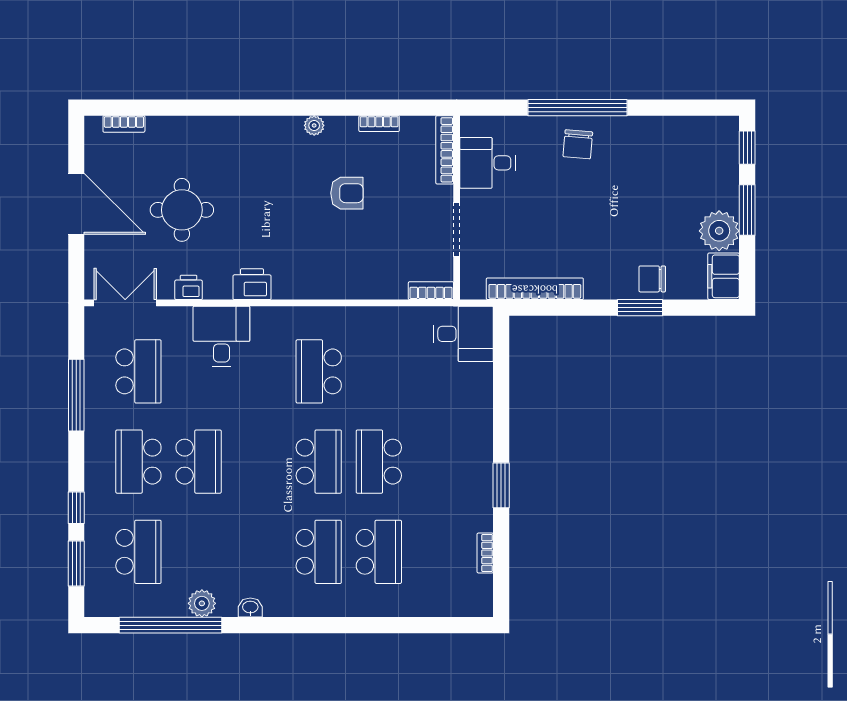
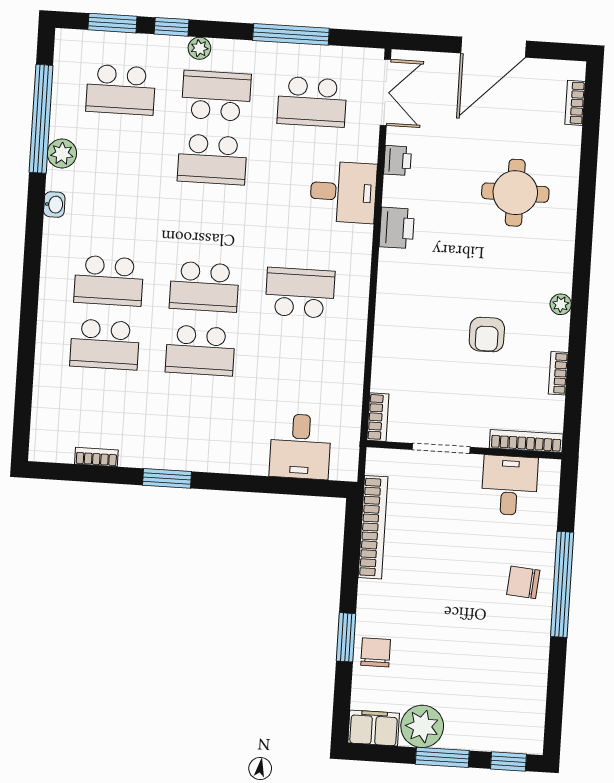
round table: (182, 210) -> (515, 193), moved
desk: (463, 334) -> (300, 446), moved
school desk: (379, 462) -> (200, 350), turned 180
plant: (95, 480) -> (199, 48), added

